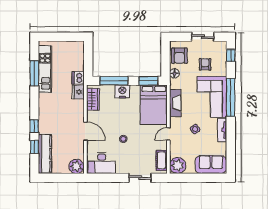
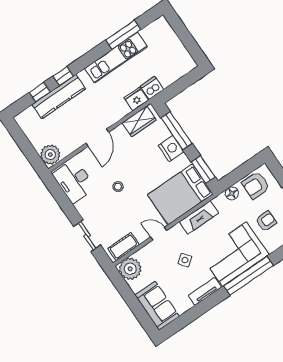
kitchen unit: (45, 69) -> (116, 58), moved
kitchen counter: (45, 154) -> (59, 97), moved

